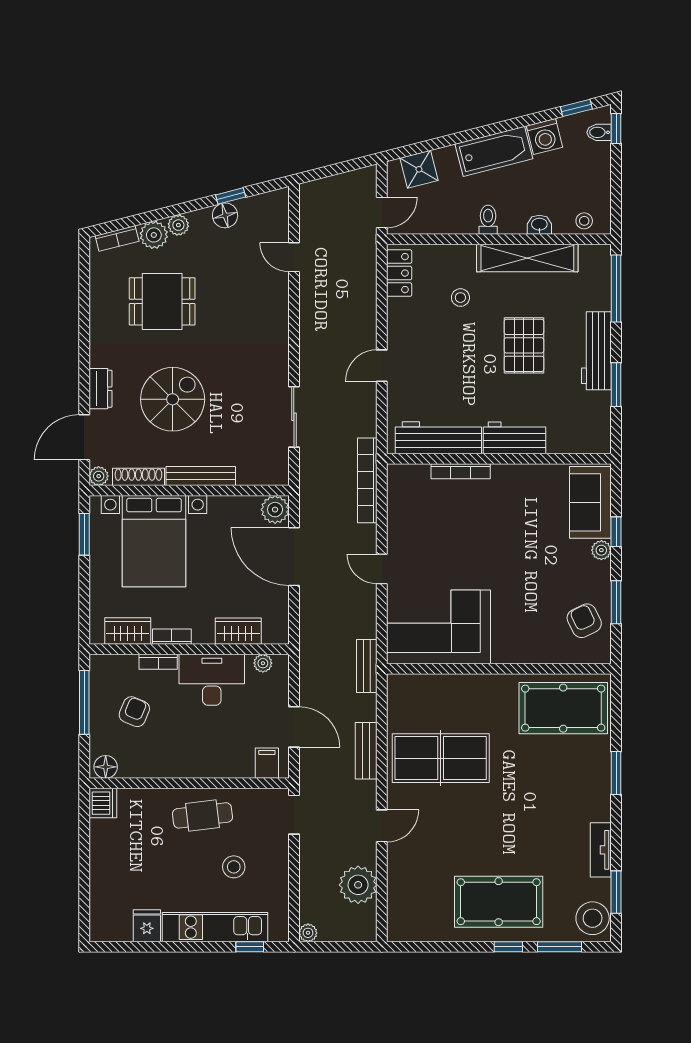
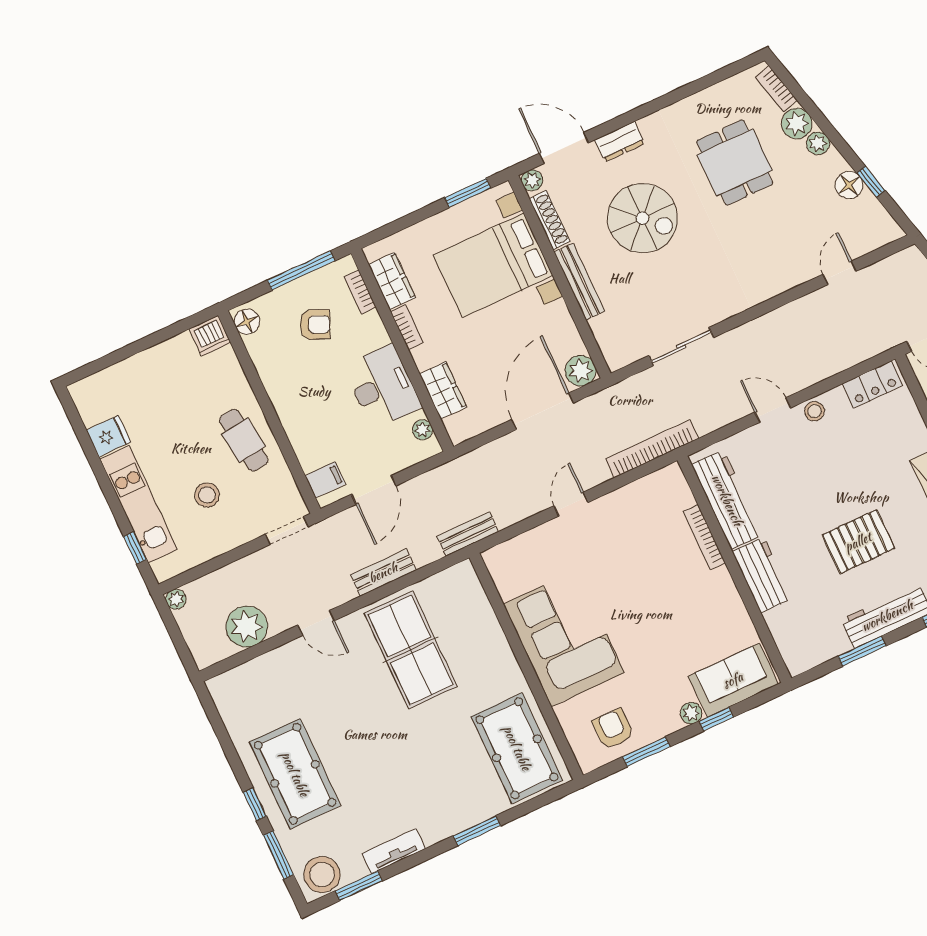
stool: (460, 298) -> (814, 411), moved
armchair: (584, 621) -> (613, 729), turned -64
corner sofa: (439, 627) -> (564, 638), moved
bookcase: (158, 662) -> (360, 292), moved

